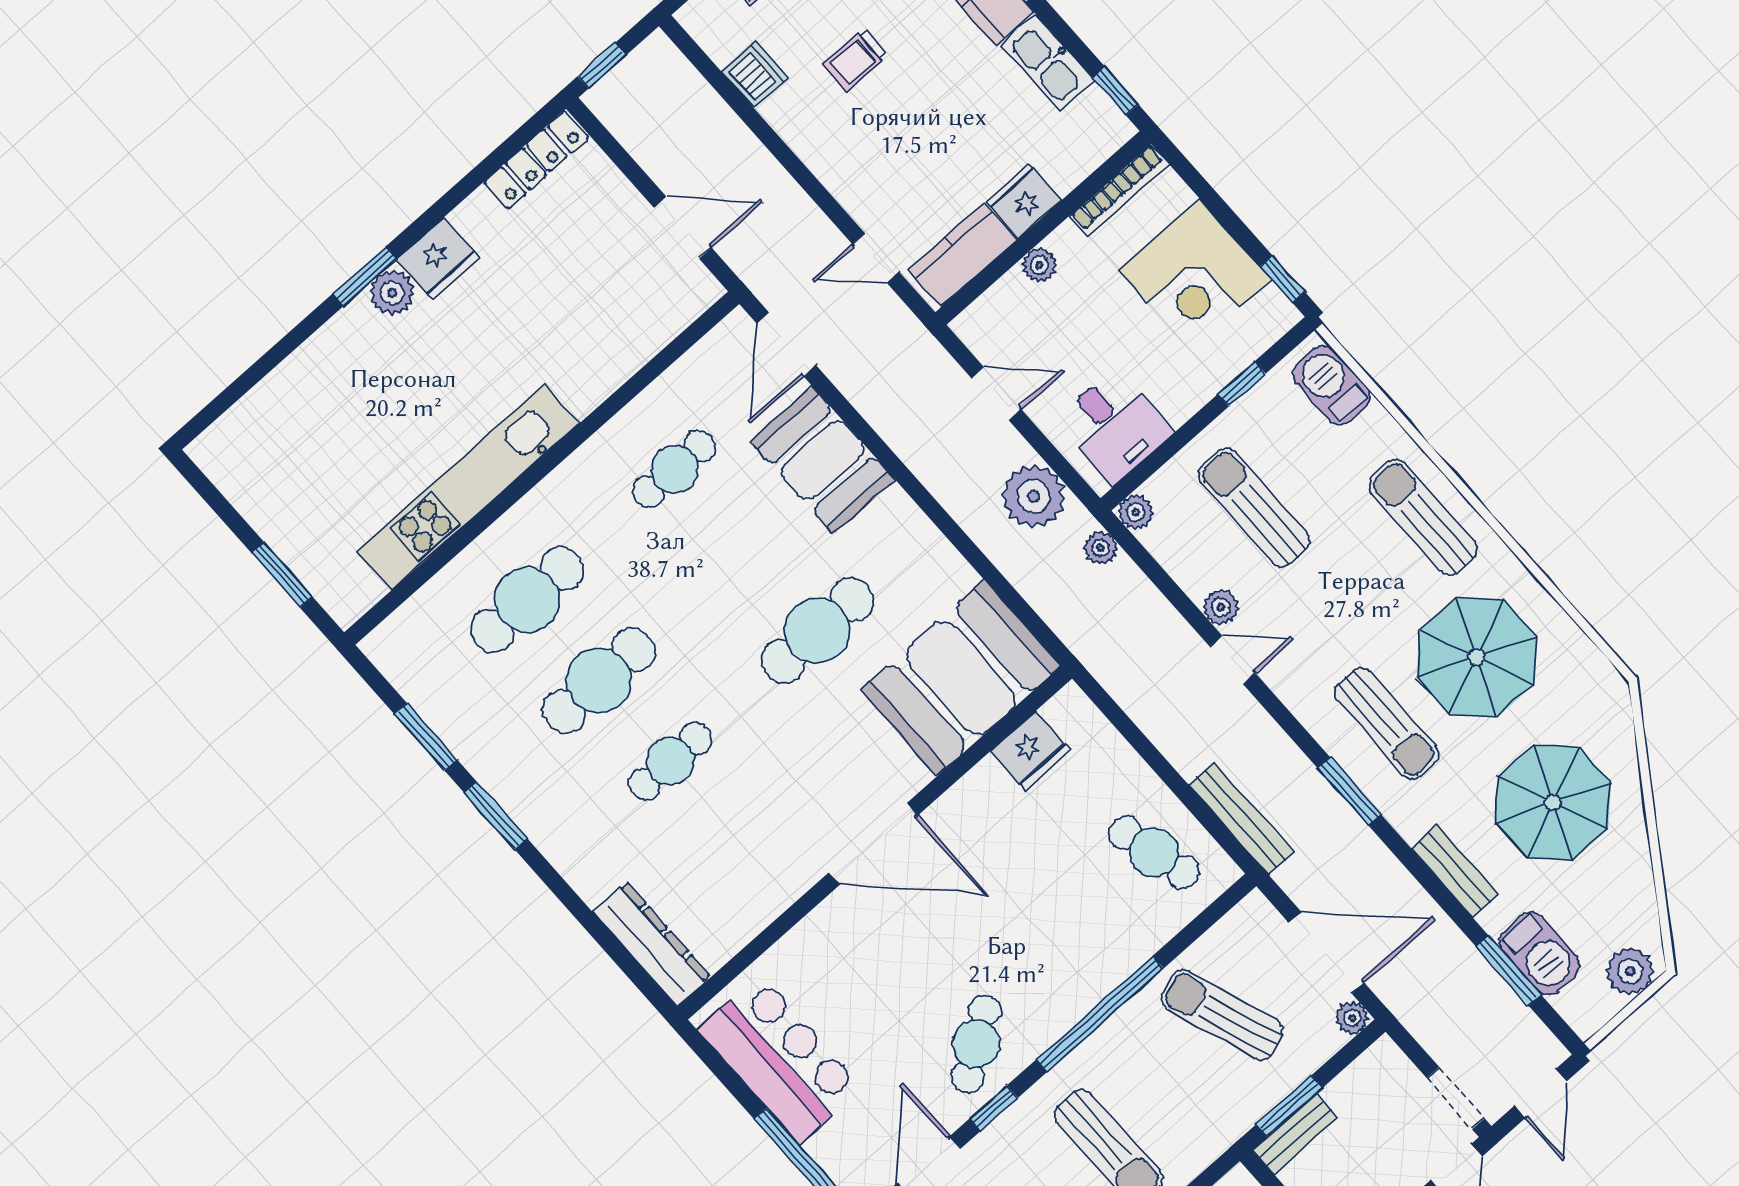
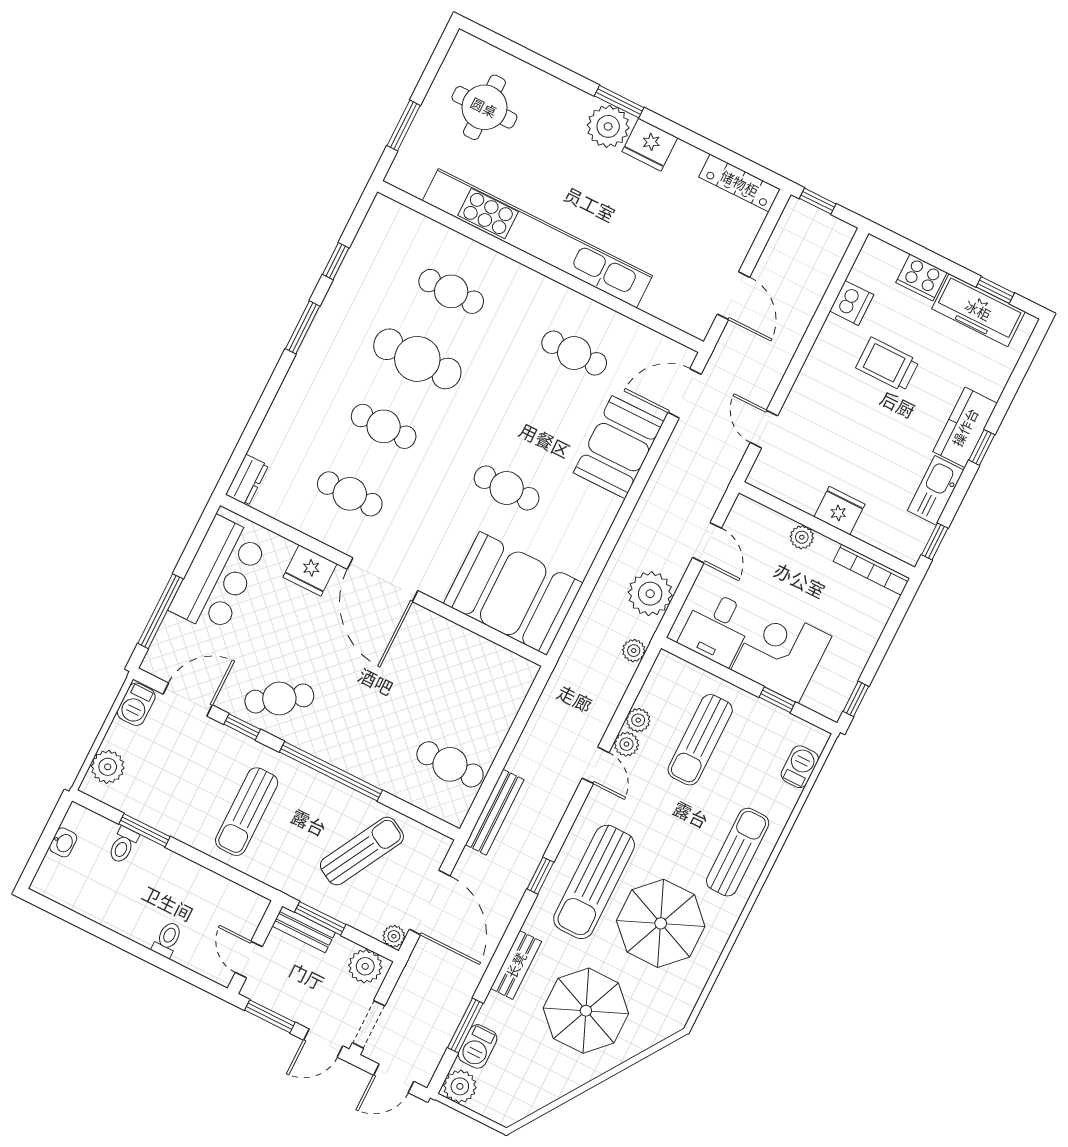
trolley: (856, 60) -> (887, 364), width x1.36, depth x1.39
kitchen counter: (962, 255) -> (788, 484), removed
corner desk: (1195, 275) -> (781, 653), moved, turned 90
plant: (392, 293) -> (608, 126), width x1.36, depth x1.36
barbecue: (1332, 385) -> (800, 767), width x0.73, depth x0.79
round table: (301, 458) -> (484, 107), added
kitchen unit: (468, 488) -> (537, 238), width x1.36
sun lounger: (1254, 507) -> (700, 740), turned 180
plant: (1136, 512) -> (638, 720), moved
cafe table: (527, 600) -> (451, 291), width x0.73, depth x0.74
cafe table: (817, 631) -> (507, 488), width x0.73, depth x0.74
sun lounger: (1386, 724) -> (594, 882), width x1.36, depth x1.34
window: (426, 737) -> (336, 261), width x0.67
fridge: (1030, 750) -> (310, 570), moved
window: (1349, 791) -> (540, 876), width x0.67
cafe table: (742, 842) -> (350, 494), added
cafe table: (1154, 852) -> (450, 764), turned -76
dresser: (651, 944) -> (247, 480), width x0.51, depth x0.80
barbecue: (1540, 953) -> (478, 1046), width x0.73, depth x0.79
plant: (1630, 971) -> (460, 1086), moved
sun lounger: (1222, 1015) -> (362, 851), turned 48
plant: (1377, 1072) -> (365, 966), added

